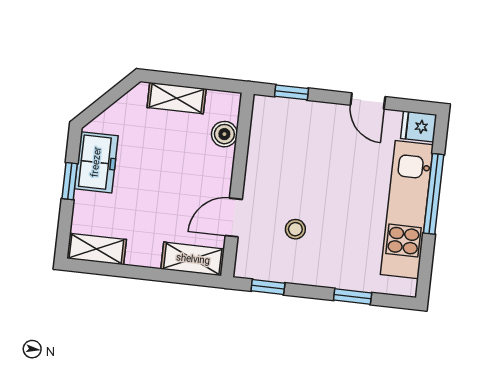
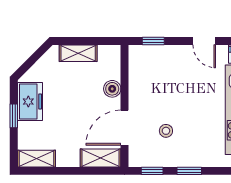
boiler: (224, 134) -> (112, 89), moved
door: (234, 217) -> (125, 128), width x1.38
window: (353, 296) -> (189, 171), moved

